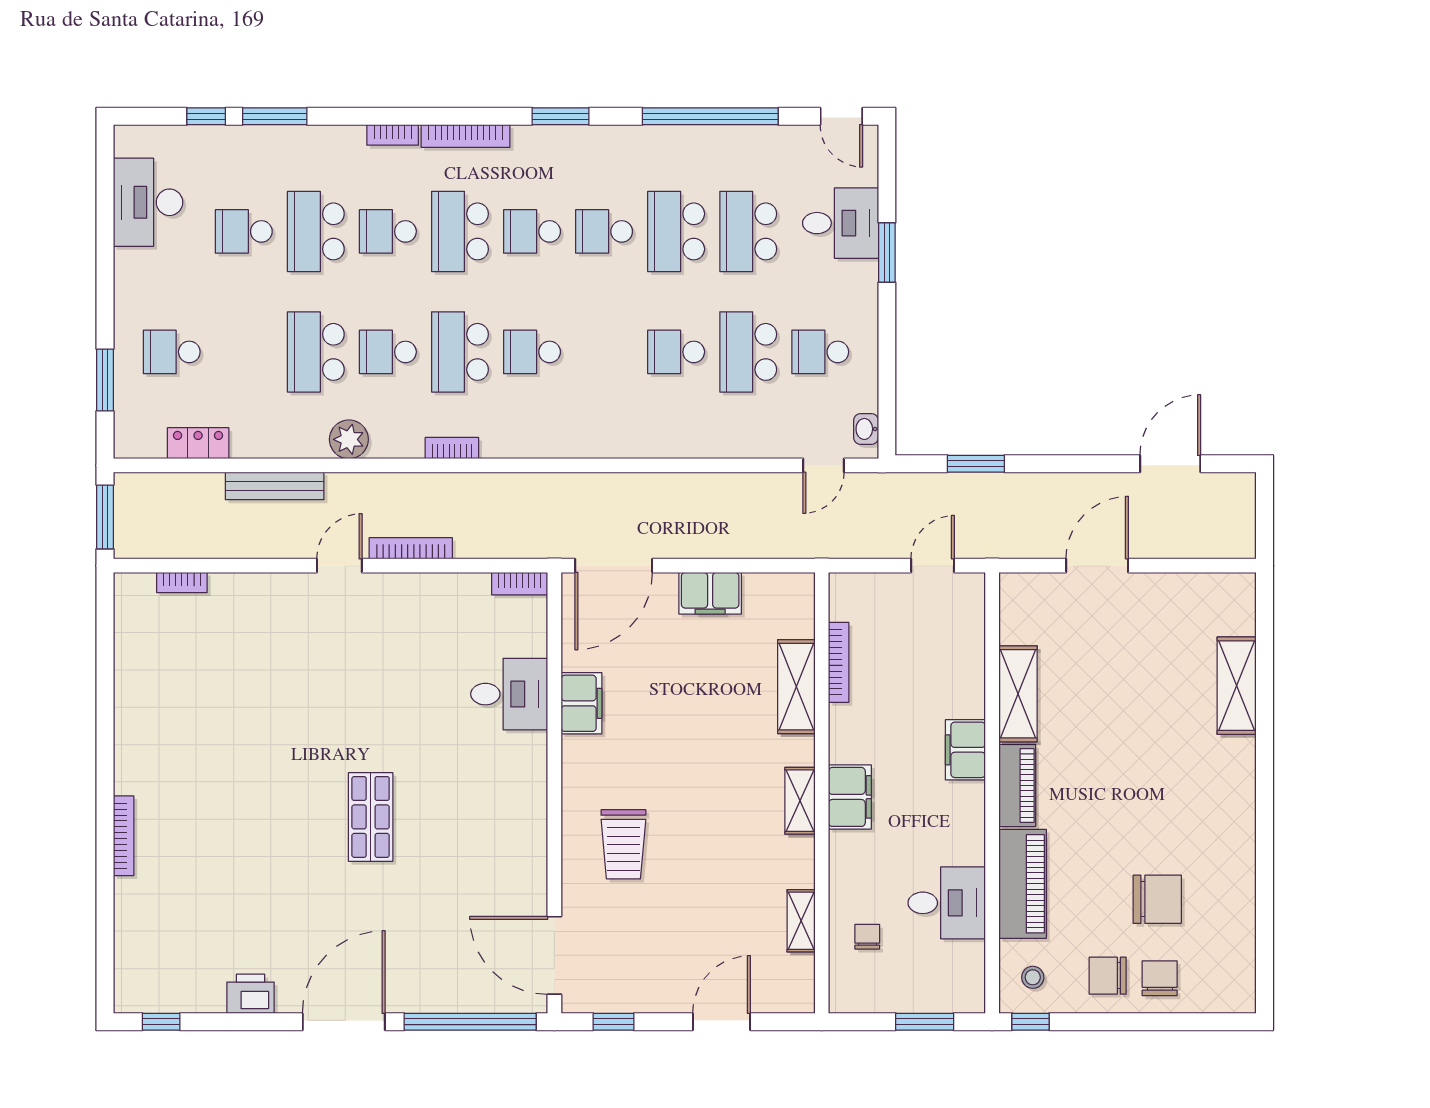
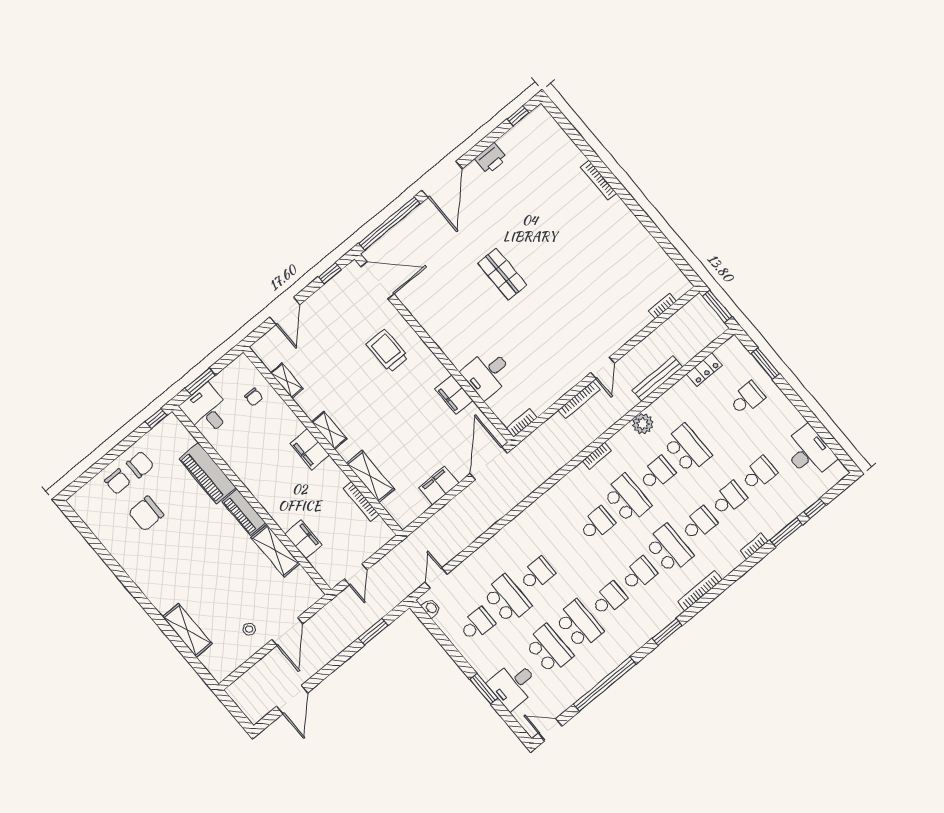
bookcase: (393, 135) -> (754, 546), moved
school desk: (316, 231) -> (729, 499), width x0.54
filing cabinet: (965, 750) -> (303, 539), moved
desk: (947, 903) -> (206, 410), moved, turned 90
stool: (1033, 977) -> (249, 629), moved

